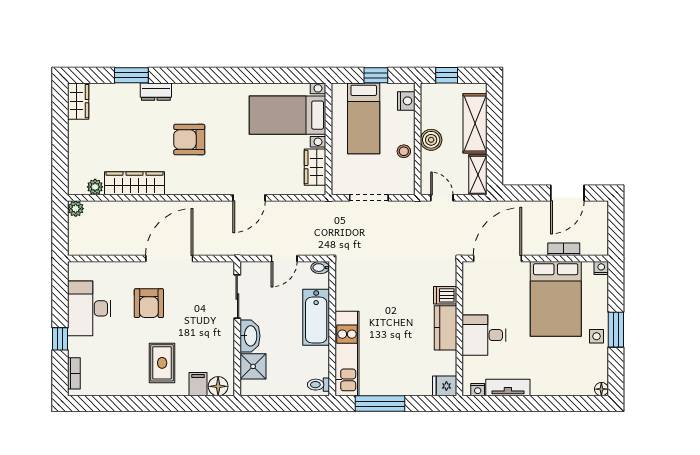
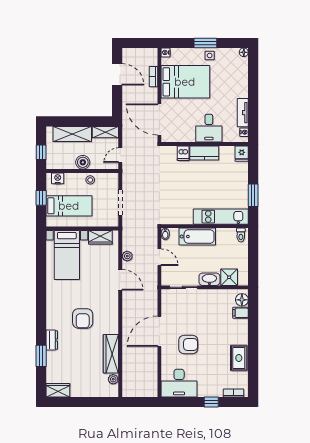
plant: (76, 209) -> (127, 256), moved
door: (169, 258) -> (159, 331), hinge flipped
desk: (89, 308) -> (179, 383), moved
rug: (162, 363) -> (239, 358), moved, turned 90
window: (380, 404) -> (253, 195), width x0.69

